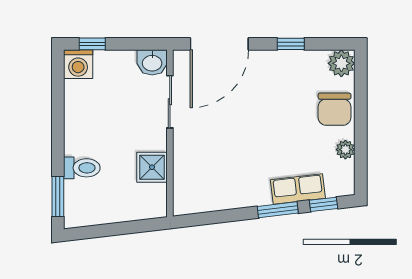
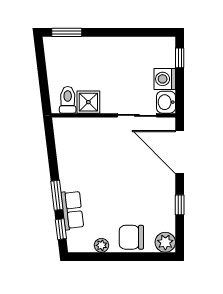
washing machine: (78, 64) -> (165, 79), moved
toilet: (82, 168) -> (68, 100), moved, turned 180

